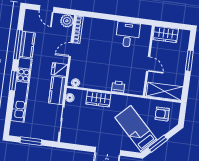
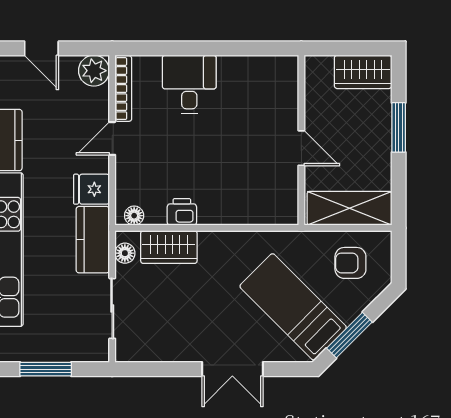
wardrobe: (166, 34) -> (363, 72), moved
desk: (128, 35) -> (189, 84), moved
printer: (118, 87) -> (182, 212), moved
wardrobe: (98, 99) -> (169, 247), moved

